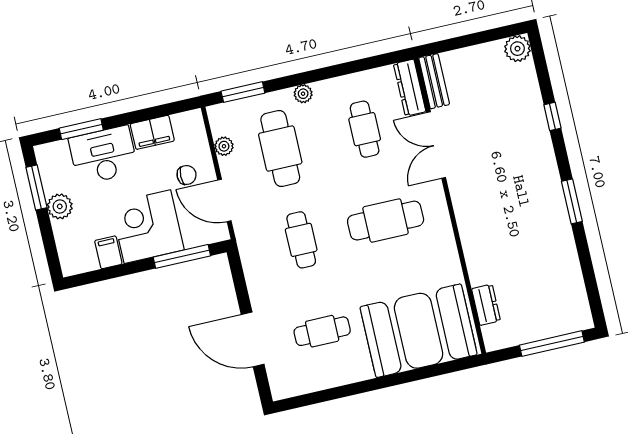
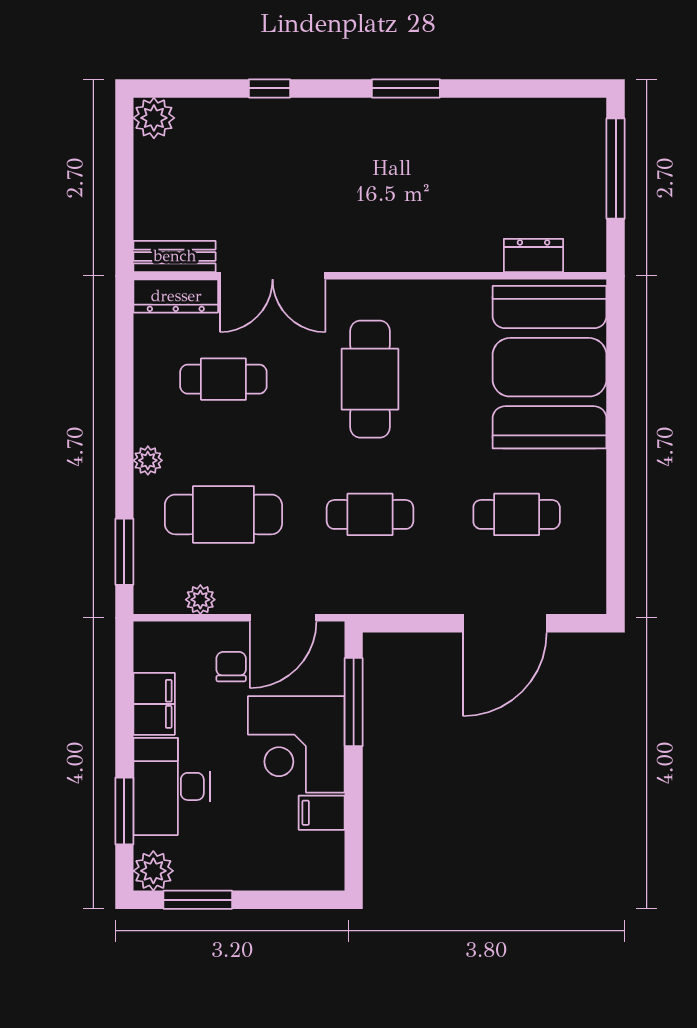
plant: (60, 206) -> (153, 871), moved
cafe table: (322, 331) -> (517, 514), turned 90

